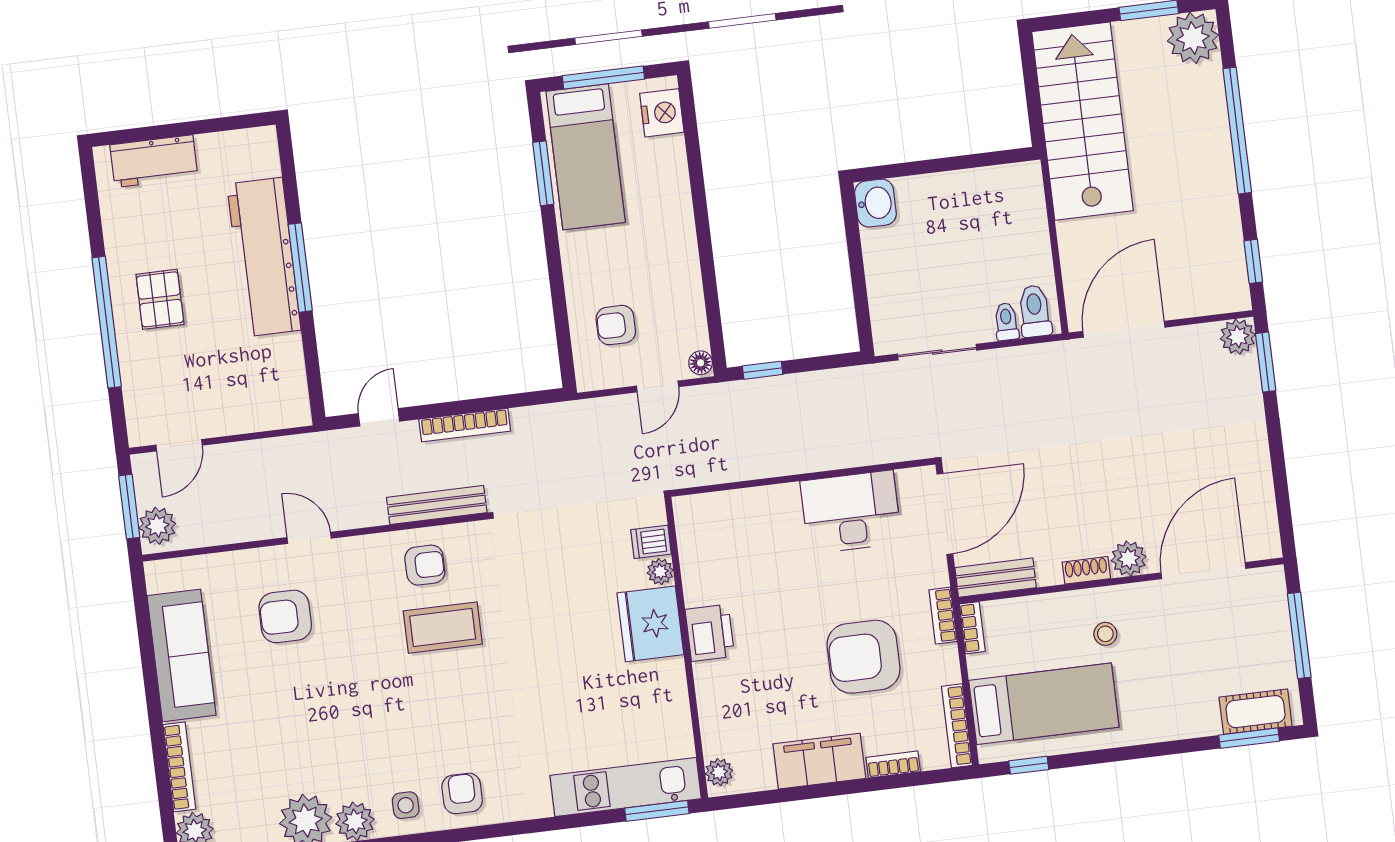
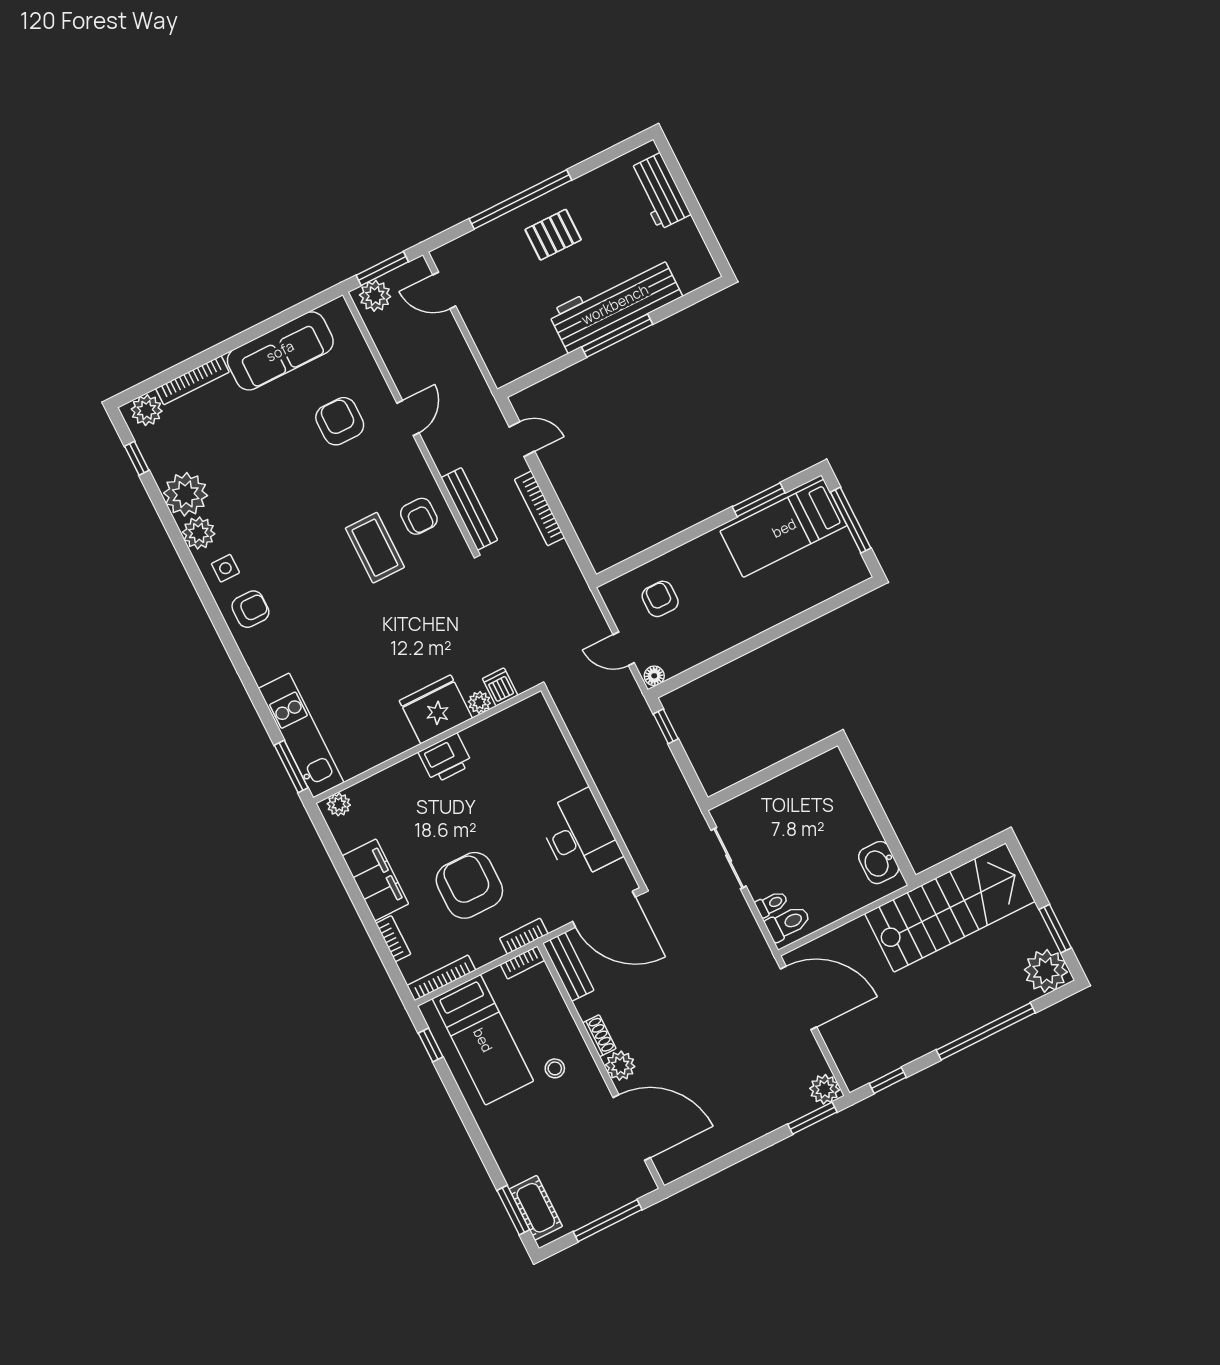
nightstand: (662, 113) -> (839, 576), removed
washbasin: (875, 203) -> (879, 863), moved, turned 90

